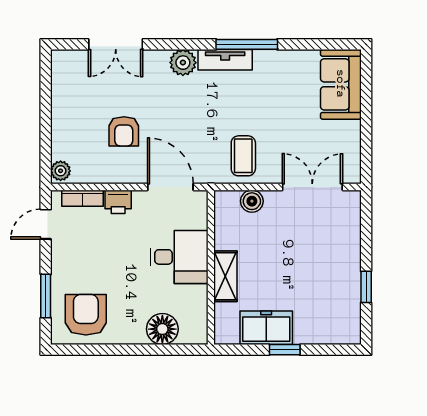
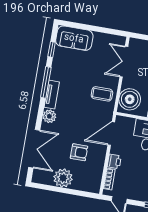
double door: (116, 44) -> (34, 149), width x1.37
window: (312, 44) -> (52, 49), added
plant: (61, 171) -> (63, 178), moved, width x1.87, depth x1.87
boiler: (252, 201) -> (130, 99), width x1.86, depth x1.86

